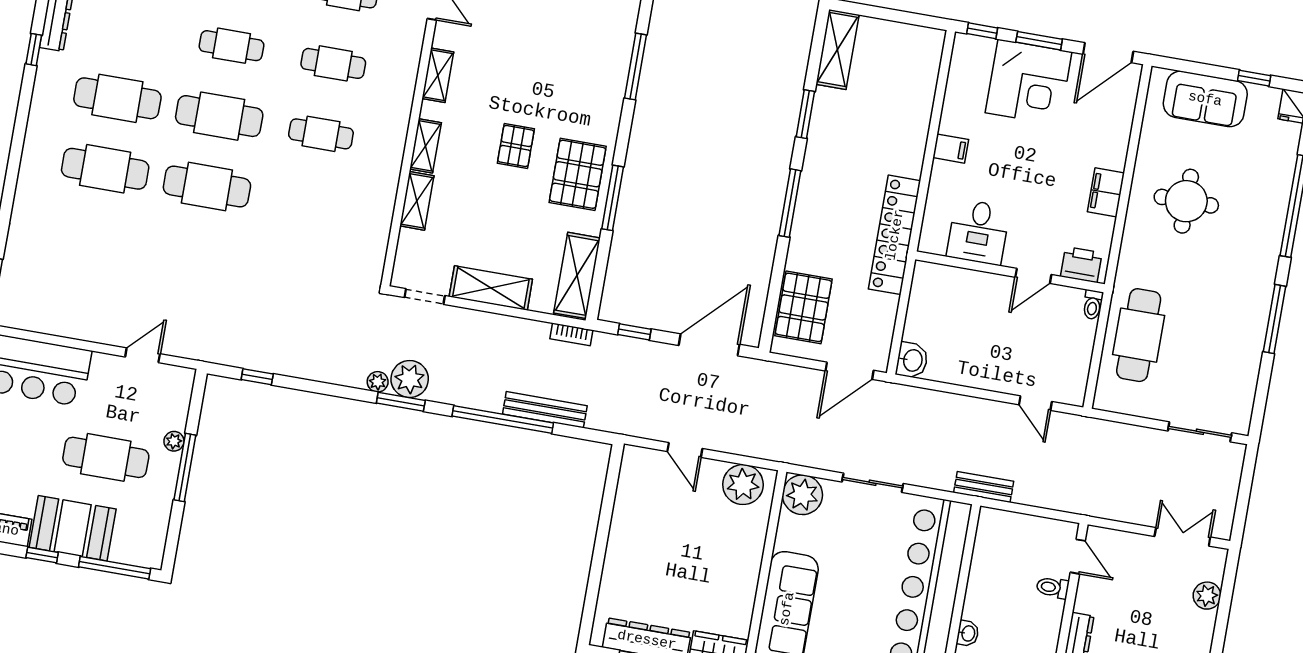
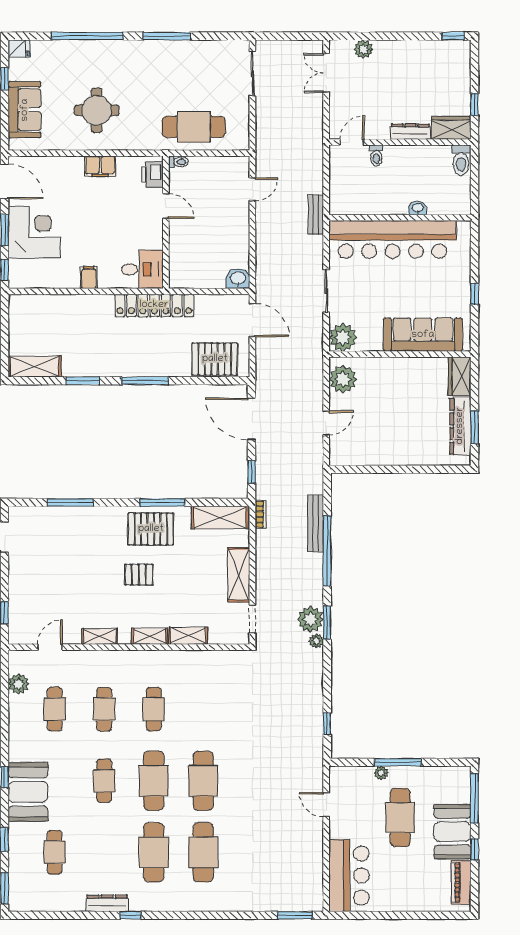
desk: (978, 232) -> (142, 269), moved

